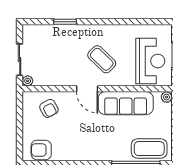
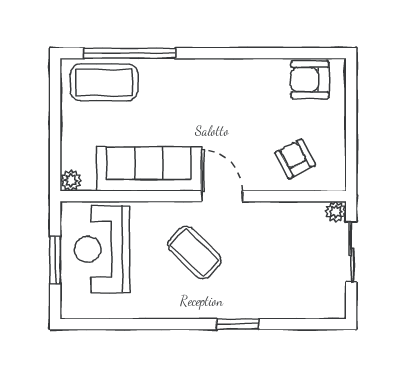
window: (65, 22) -> (238, 324), moved
armchair: (41, 150) -> (310, 80), turned 180

